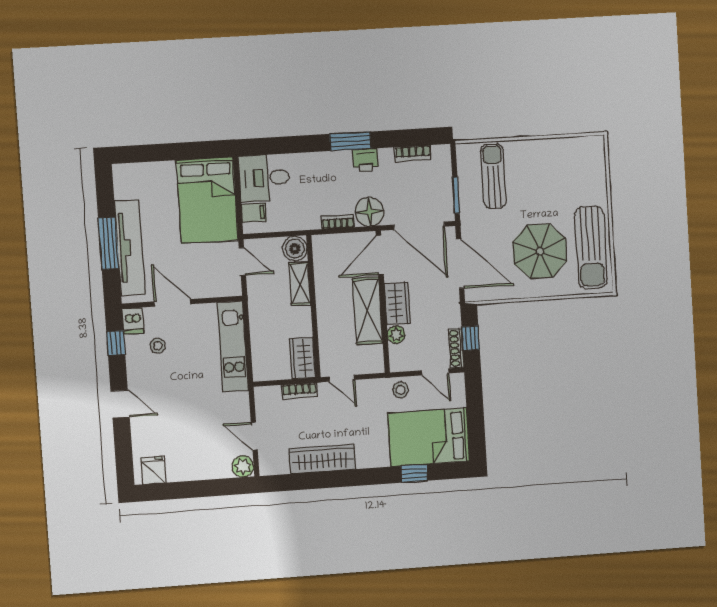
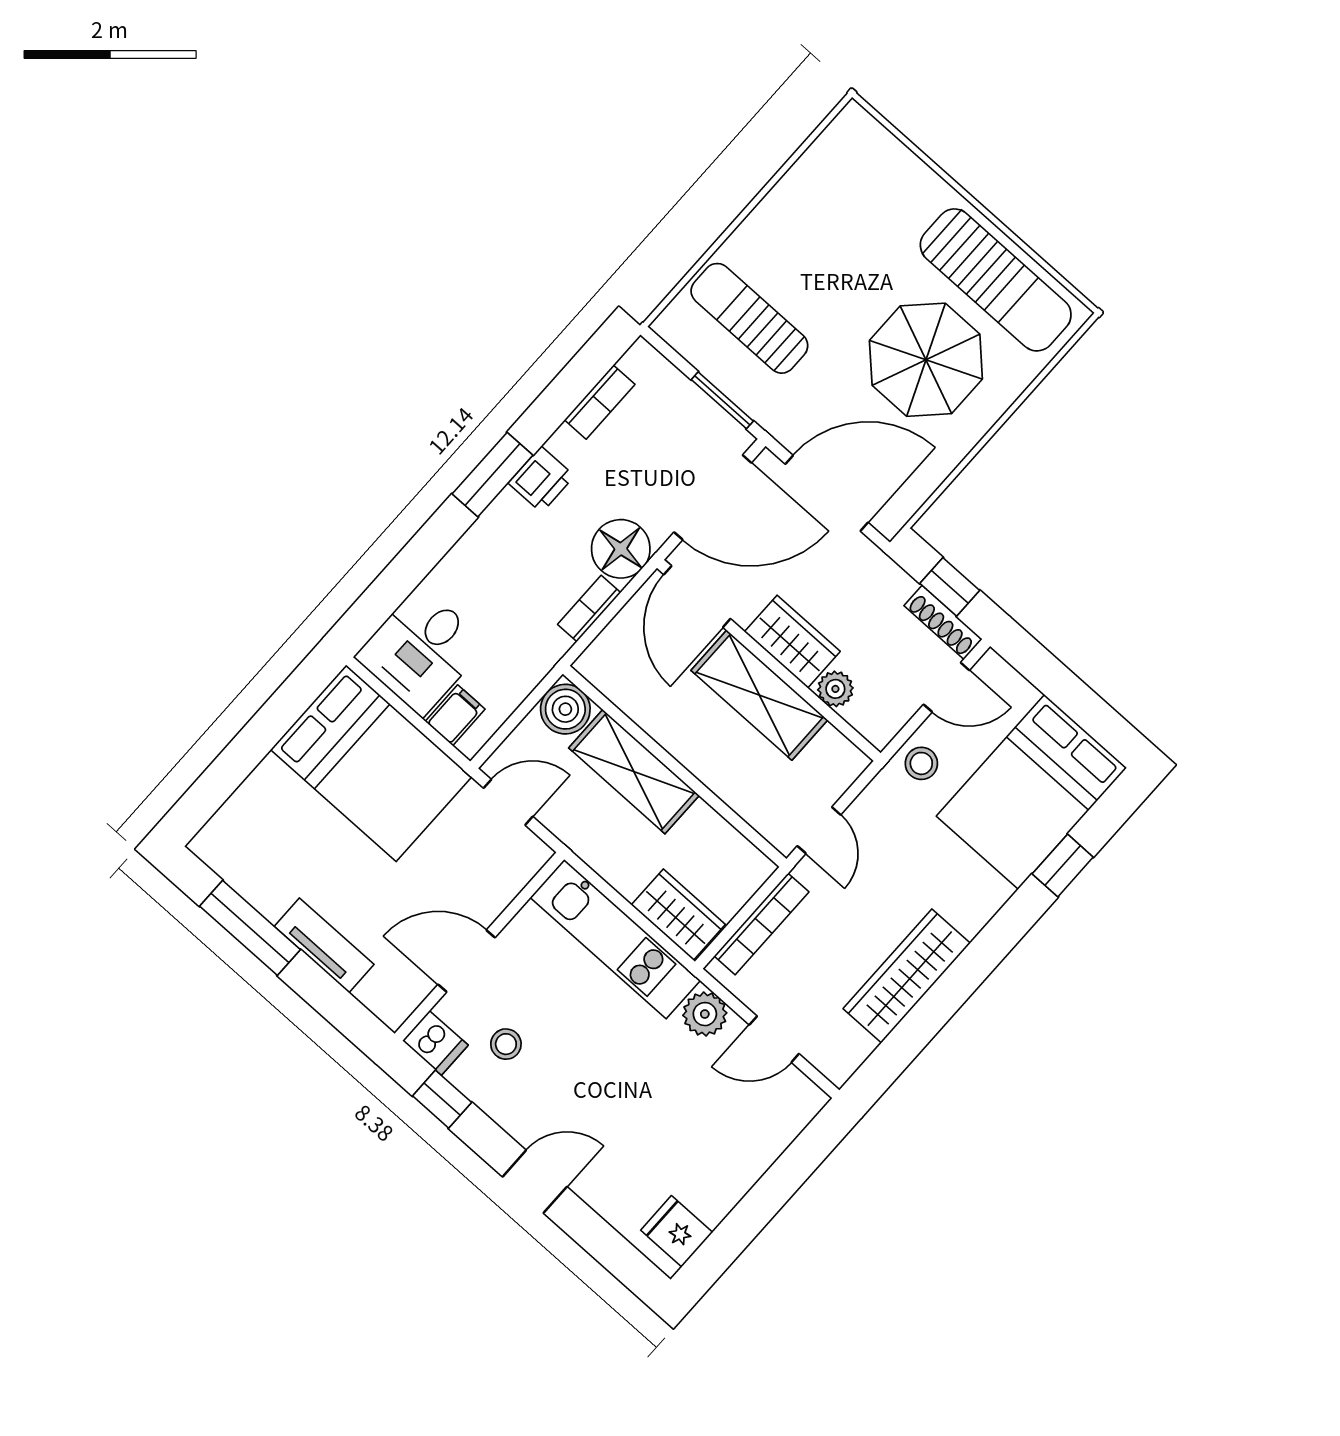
window: (109, 243) -> (250, 928), moved
tv unit: (130, 248) -> (324, 945), width x0.52, depth x0.78
shelving: (300, 284) -> (634, 772), width x1.50, depth x1.33
wardrobe: (302, 358) -> (678, 915), moved, turned 180
door: (342, 378) -> (819, 830), hinge flipped
bookcase: (299, 391) -> (761, 924), width x1.56
plant: (243, 466) -> (705, 1014), moved

